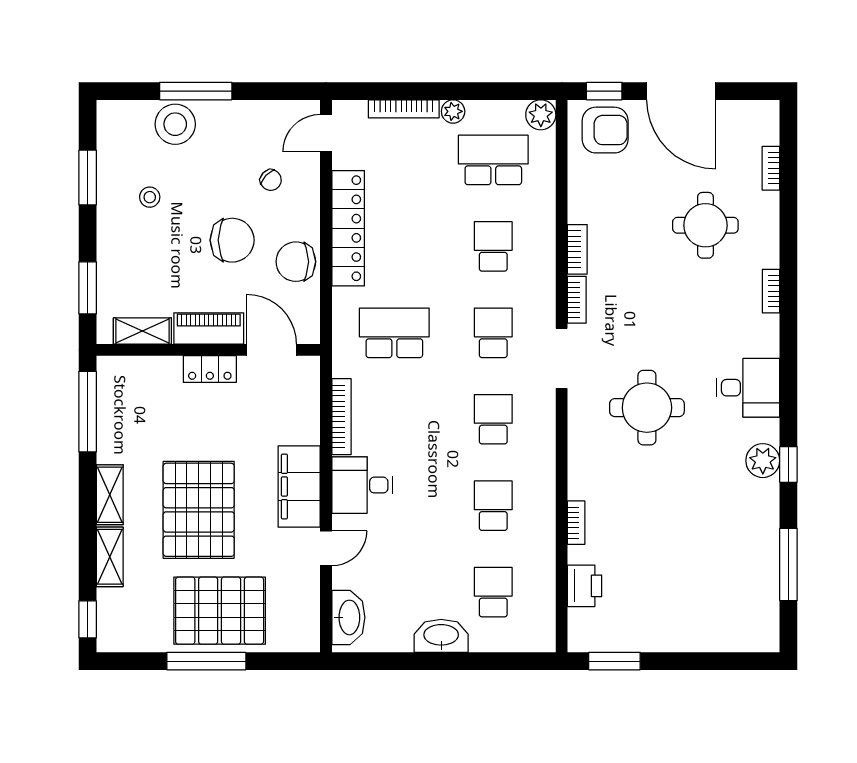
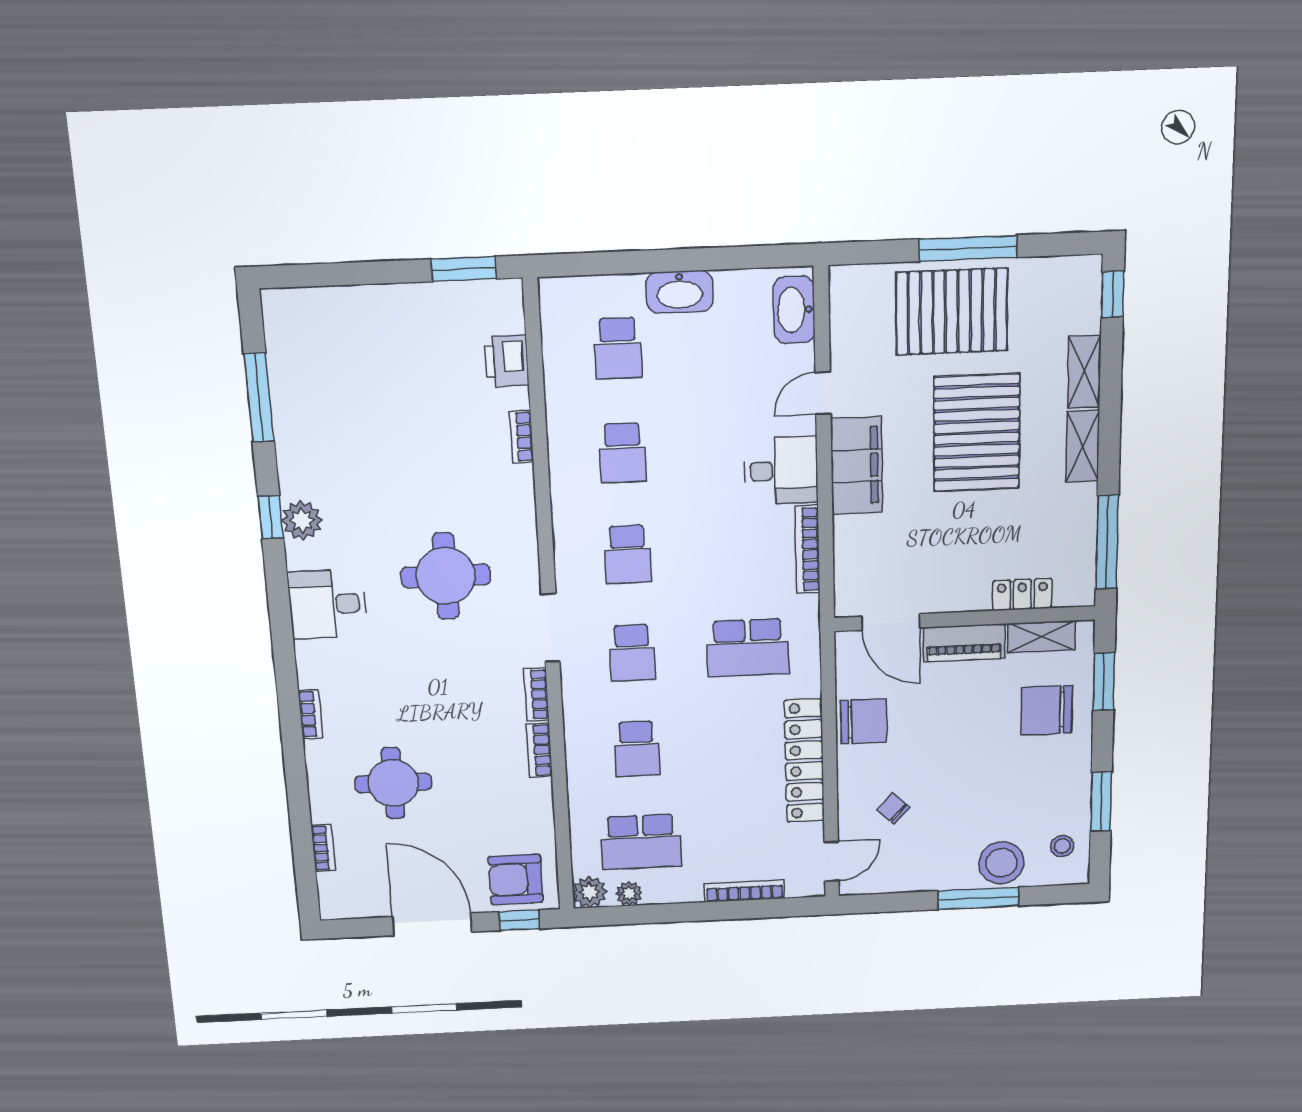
plant: (453, 111) -> (629, 894), moved
stool: (150, 197) -> (1062, 846), moved
chair: (232, 240) -> (1047, 710), moved
locker: (210, 369) -> (1022, 594), moved

